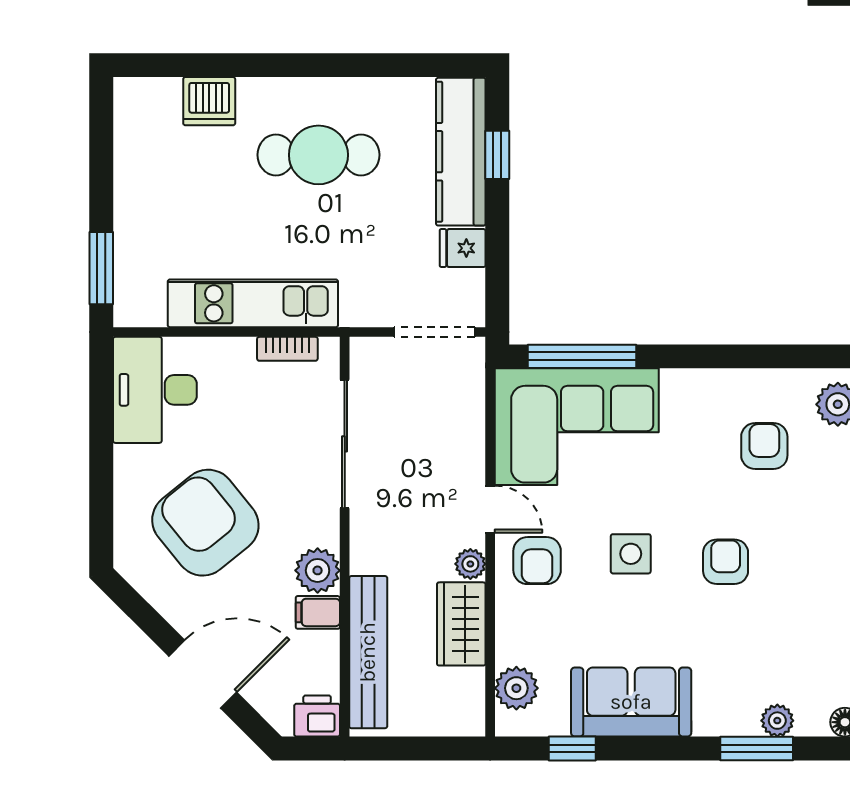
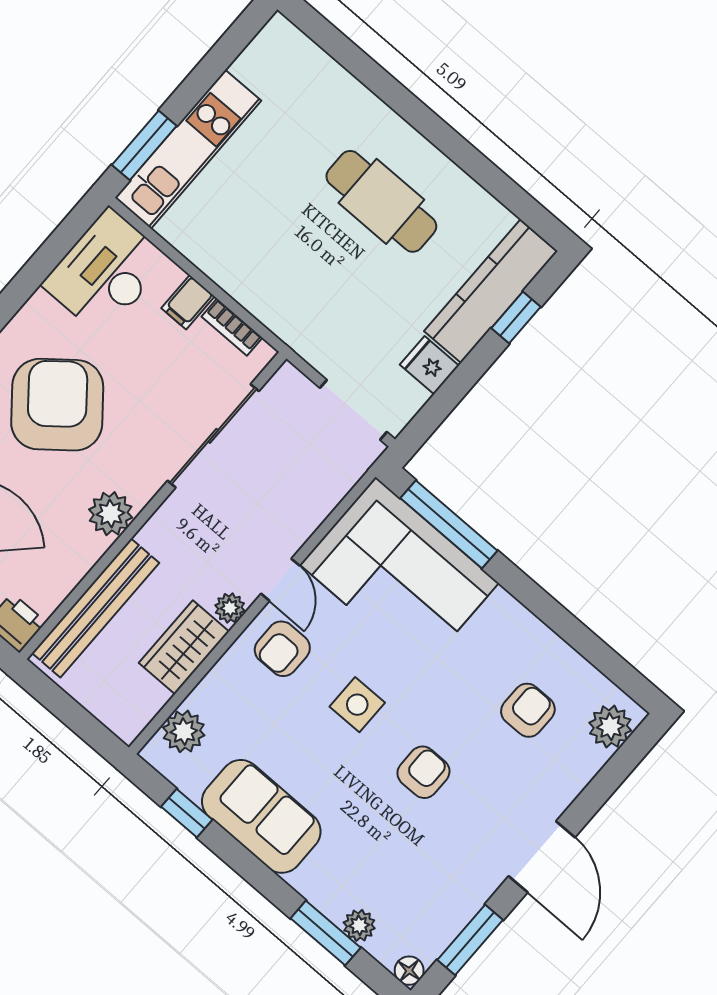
dishwasher: (209, 101) -> (334, 90), removed
kitchen unit: (253, 303) -> (188, 149), moved, turned 90
filing cabinet: (318, 612) -> (188, 302), moved, turned -90

